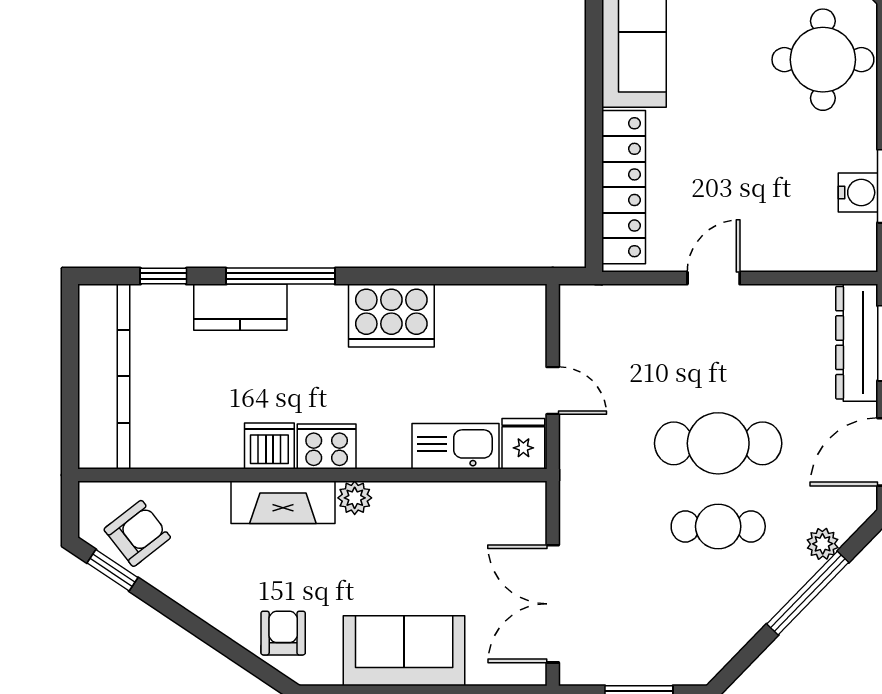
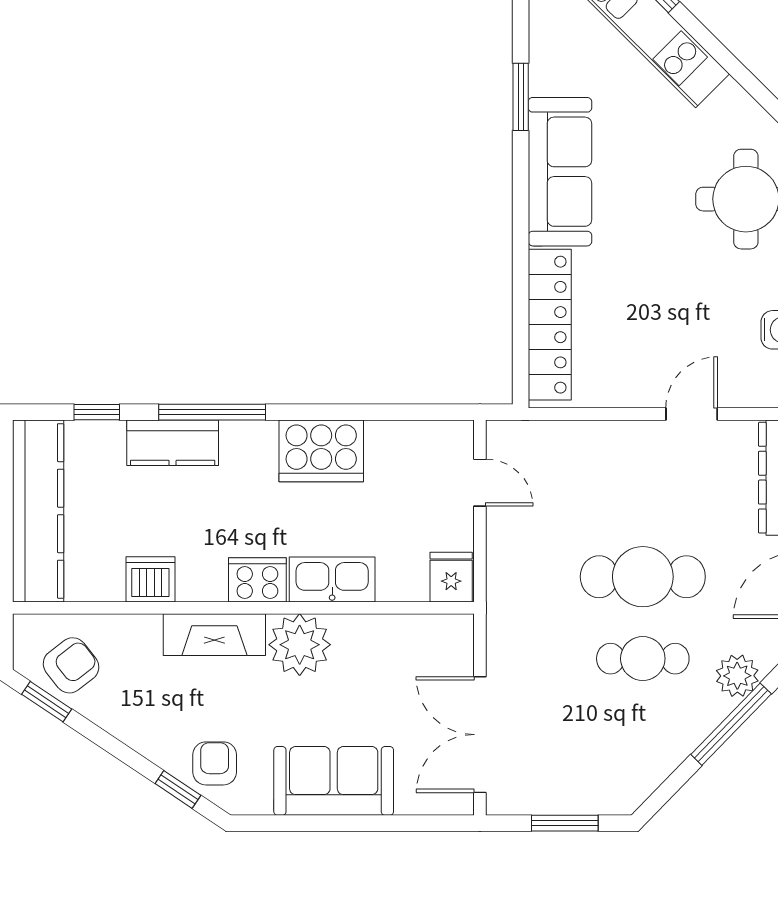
door: (714, 278) -> (692, 414), moved
door: (553, 391) -> (480, 483), moved
dishwasher: (269, 446) -> (150, 579), moved
kitchen sink: (456, 446) -> (332, 580), moved
plant: (355, 498) -> (300, 645), width x1.87, depth x1.87
plant: (823, 544) -> (737, 676), width x1.38, depth x1.38
window: (246, 660) -> (178, 789), added

